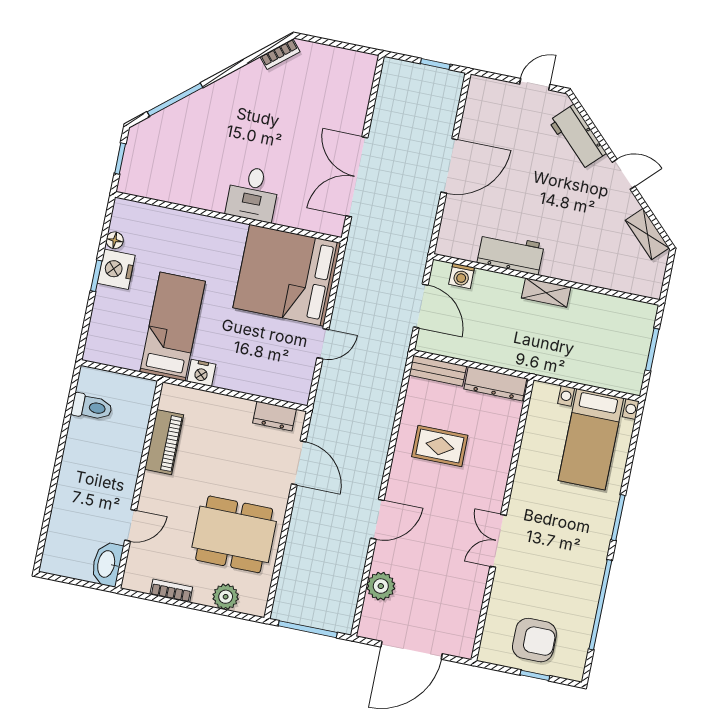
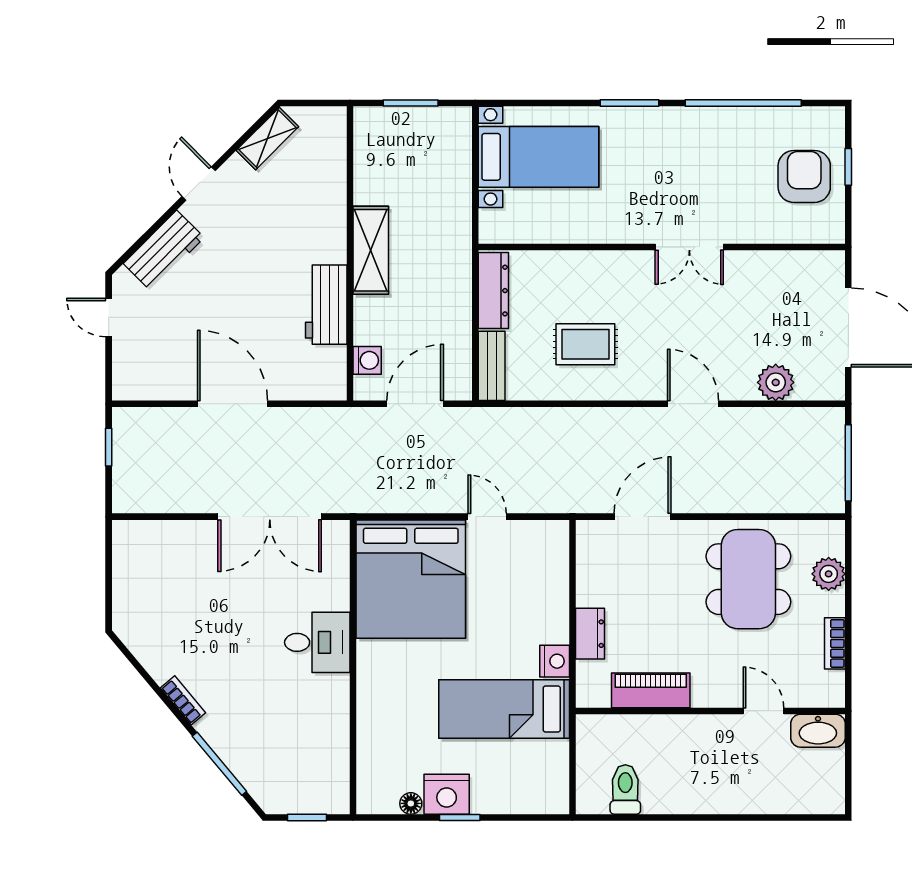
bookcase: (280, 54) -> (183, 700), moved
shelving: (546, 293) -> (371, 250), width x1.50, depth x1.33
dresser: (274, 416) -> (590, 634), moved
rug: (440, 446) -> (585, 344), turned 90

